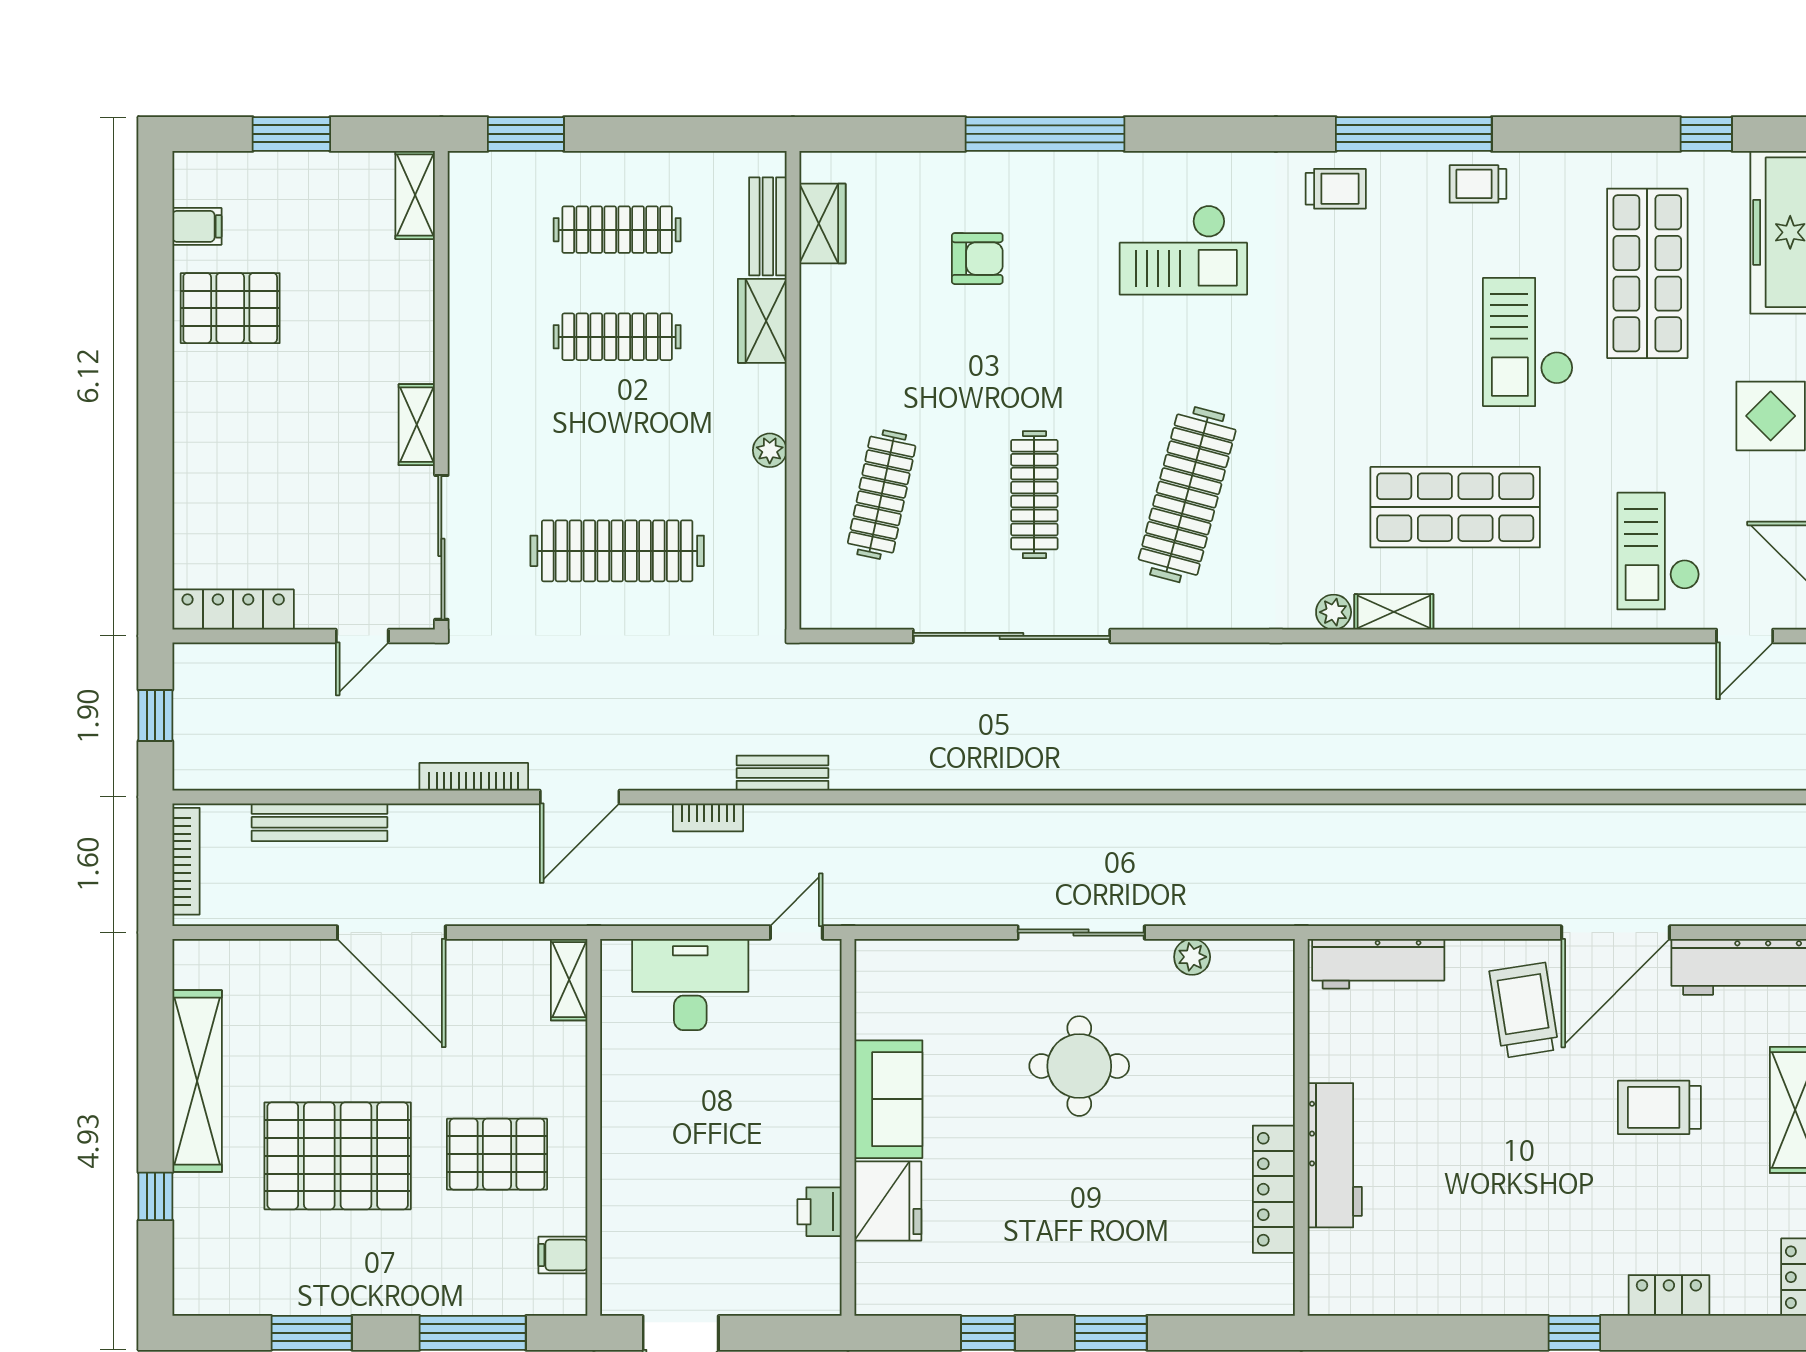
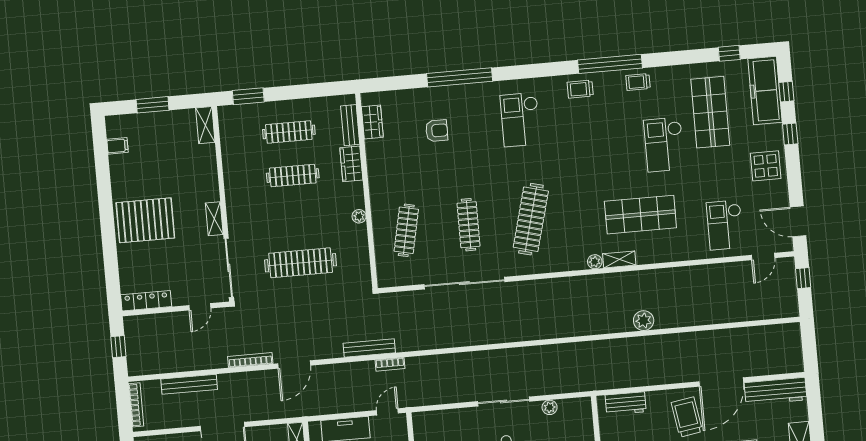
trolley: (1336, 189) -> (580, 89), turned 180
checkout: (1183, 250) -> (520, 120), turned 90
pallet: (230, 308) -> (145, 220), moved, width x1.37, depth x1.41
plant: (1440, 766) -> (644, 321), added
bench: (782, 773) -> (369, 348), width x1.36
bookcase: (708, 817) -> (390, 364), moved
workbench: (1378, 964) -> (626, 403), width x0.73

